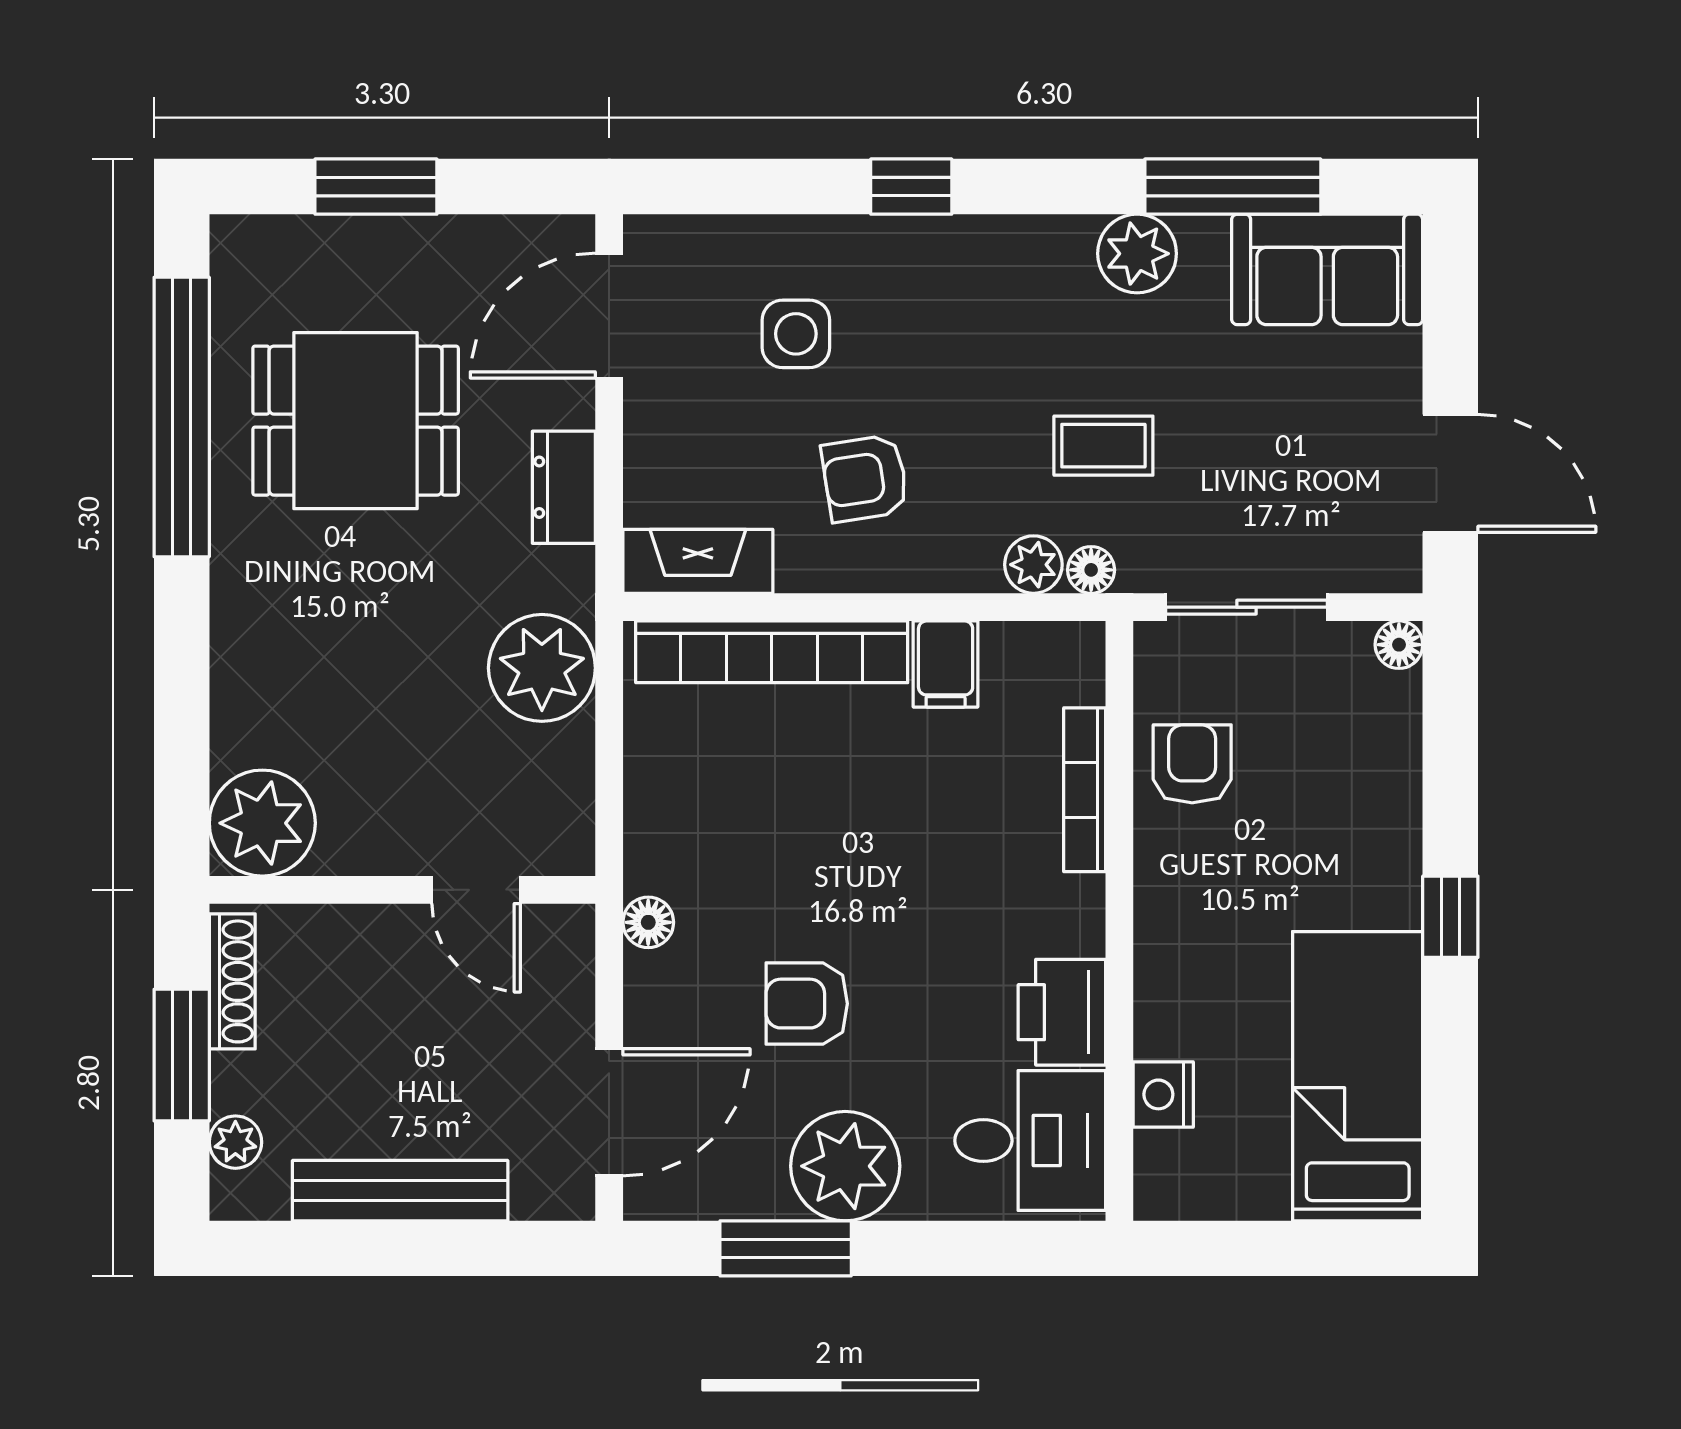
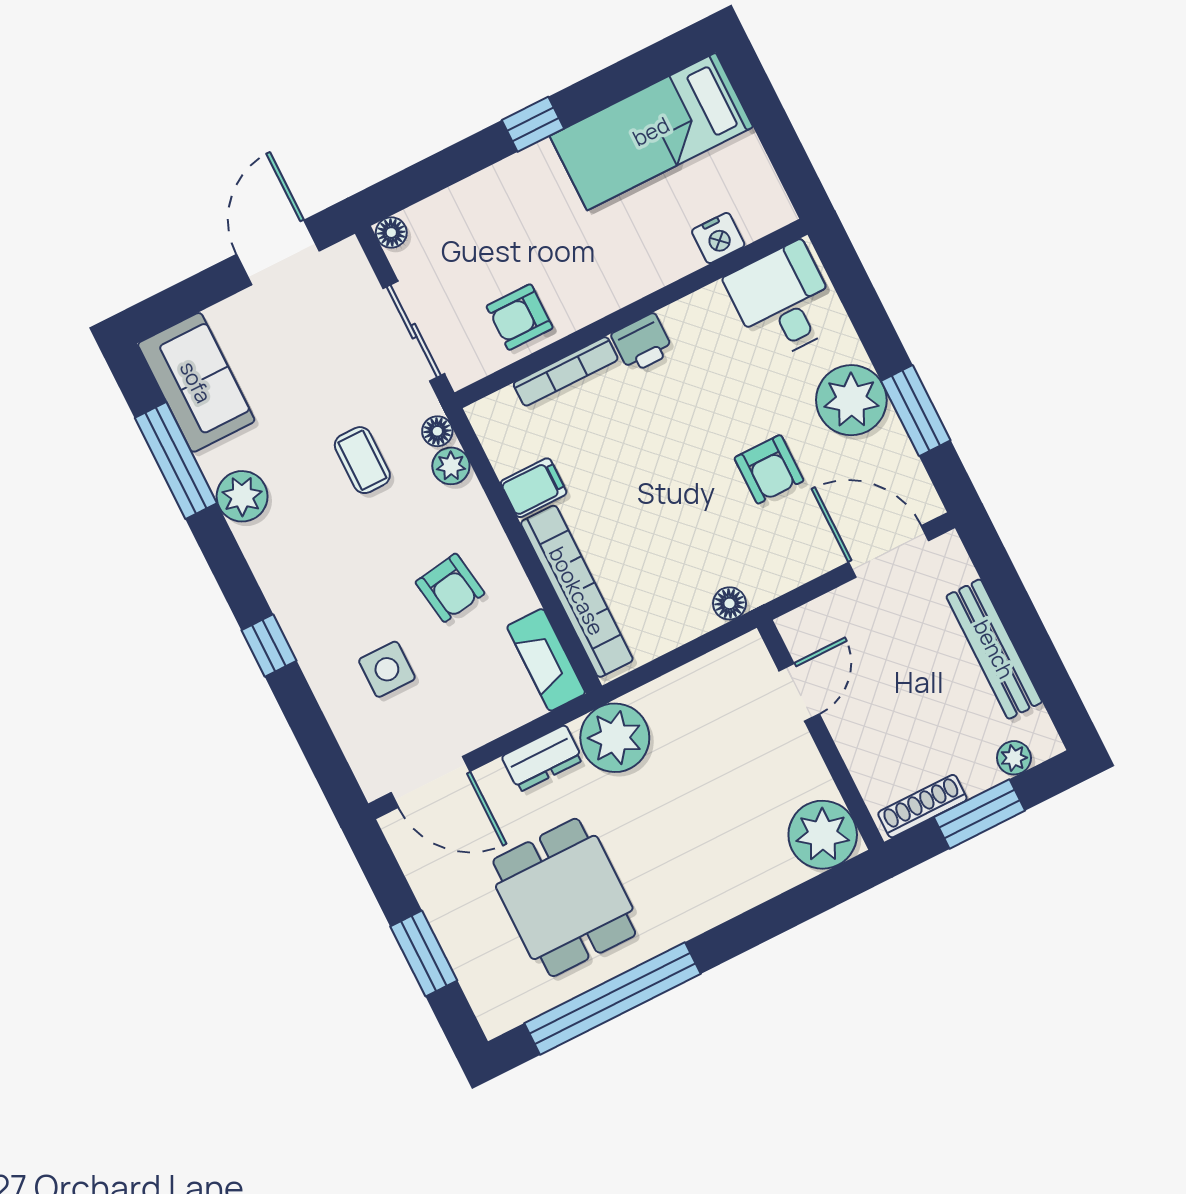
plant: (542, 668) -> (615, 738), moved
floor lamp: (648, 922) -> (729, 603), moved
printer: (1062, 1012) -> (642, 343), moved, width x0.73, depth x0.81

